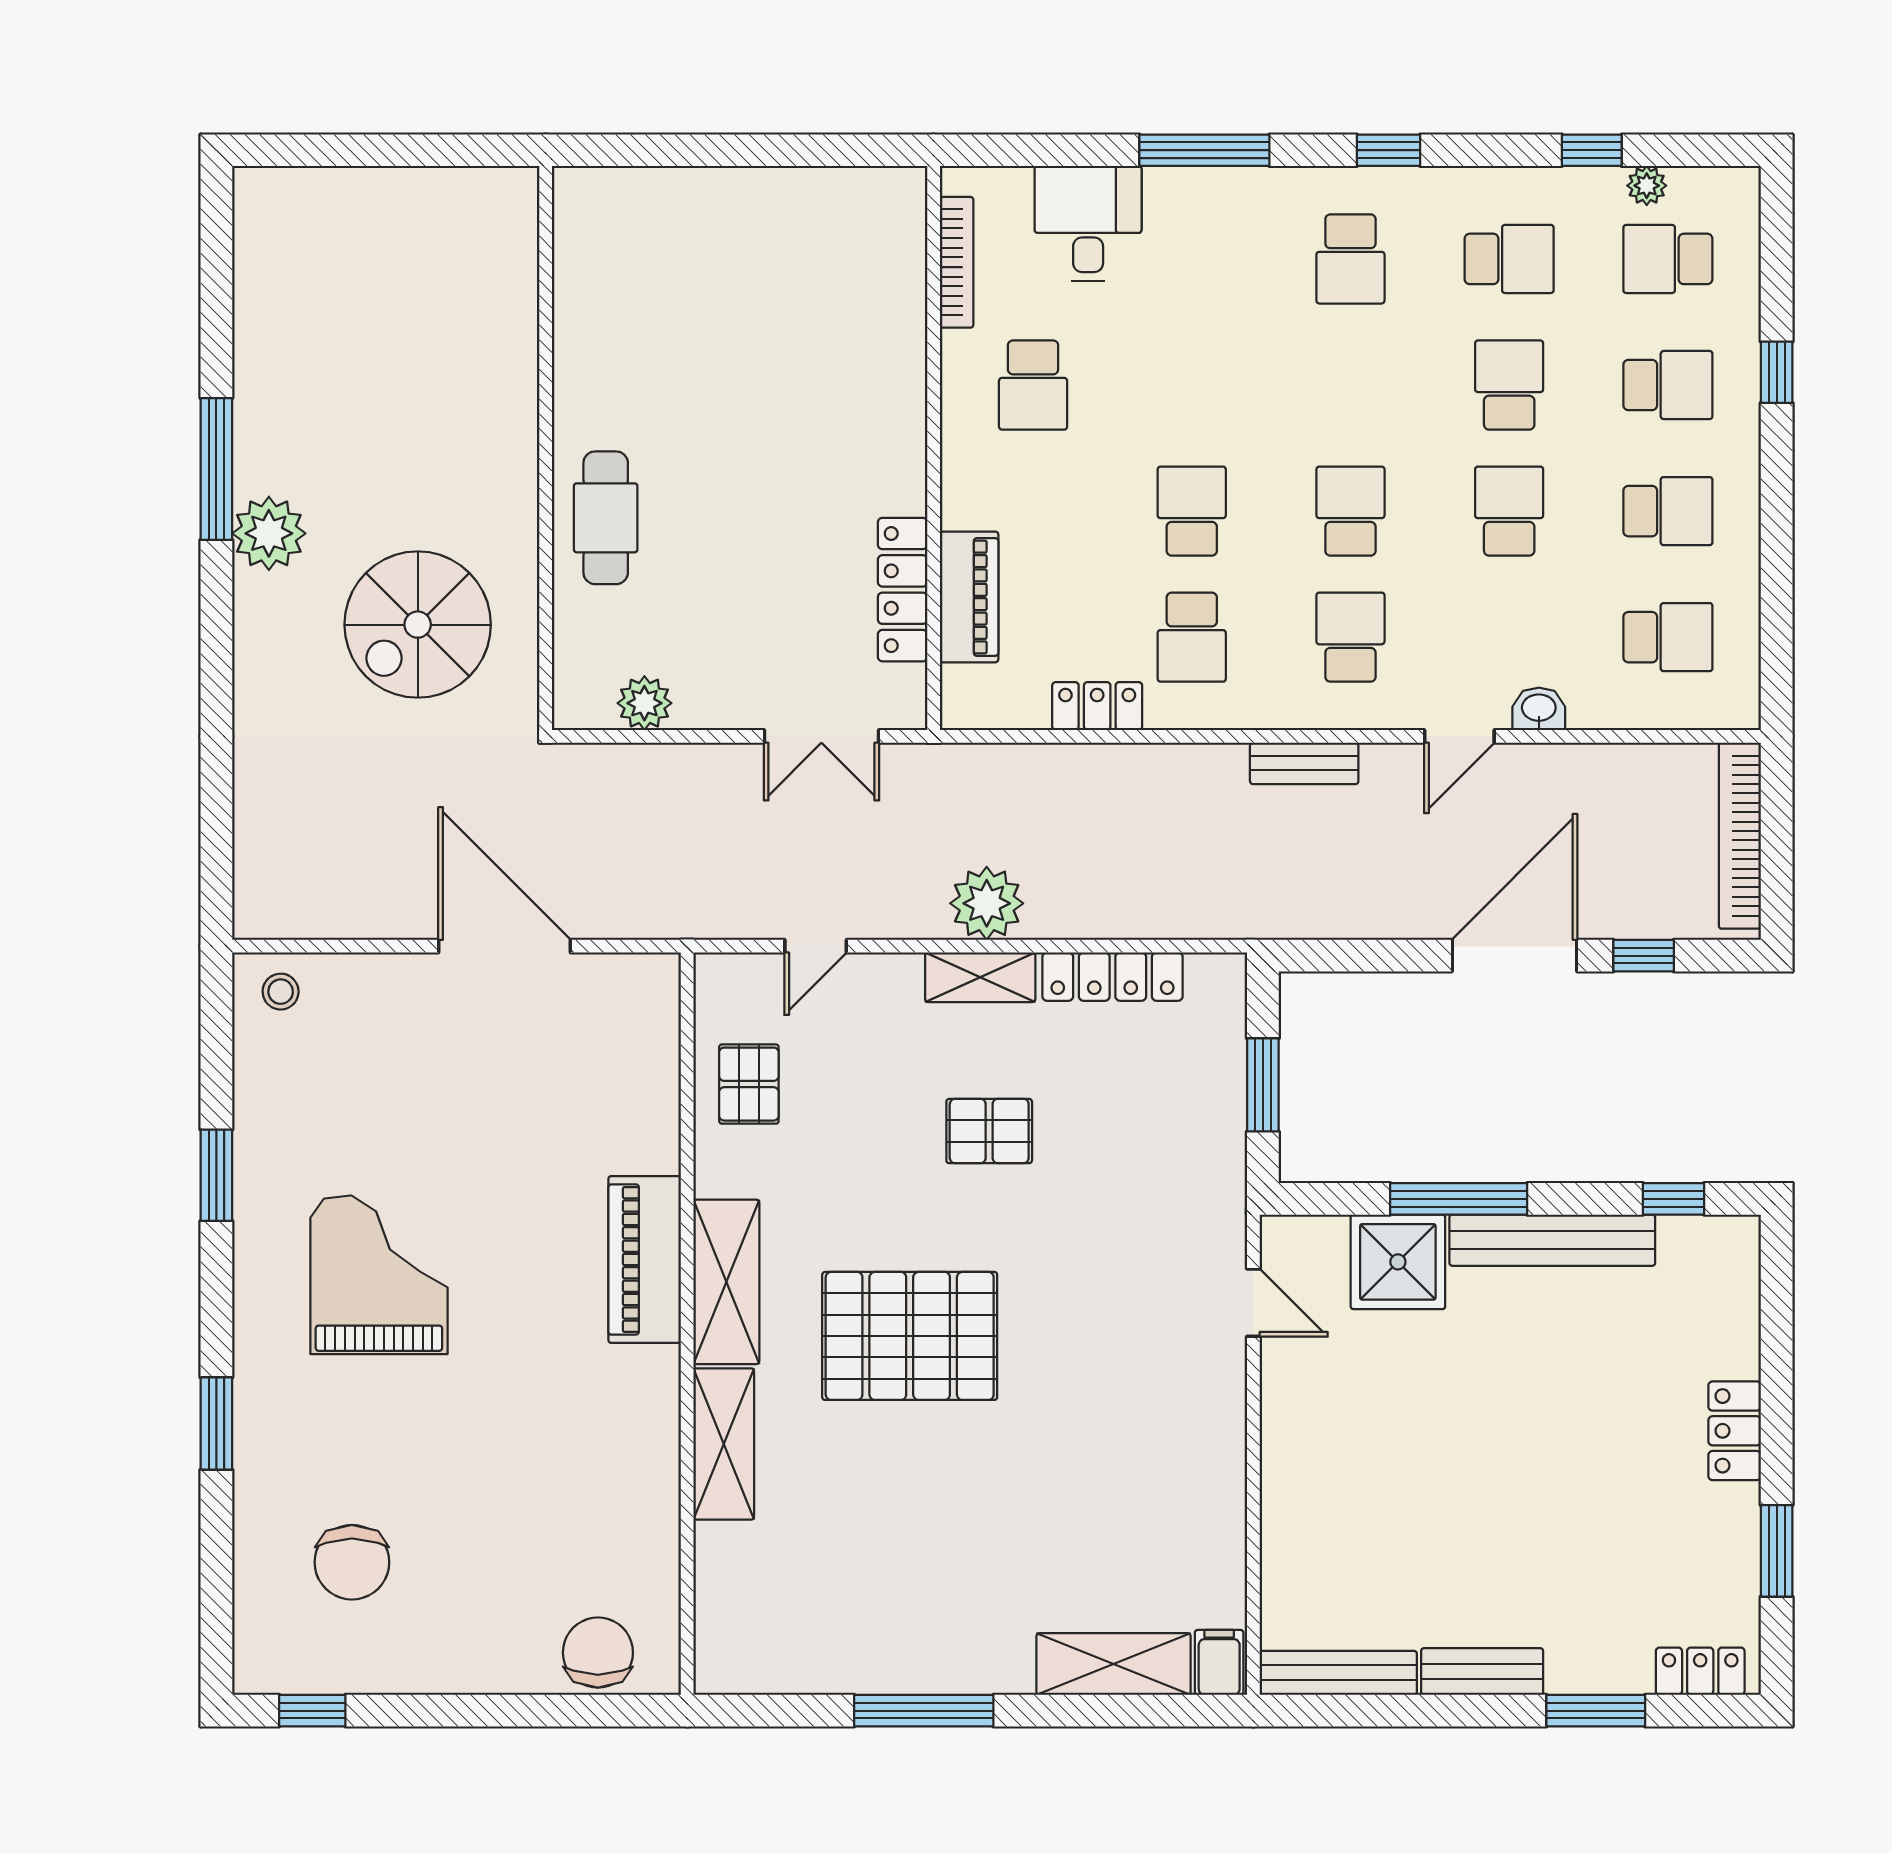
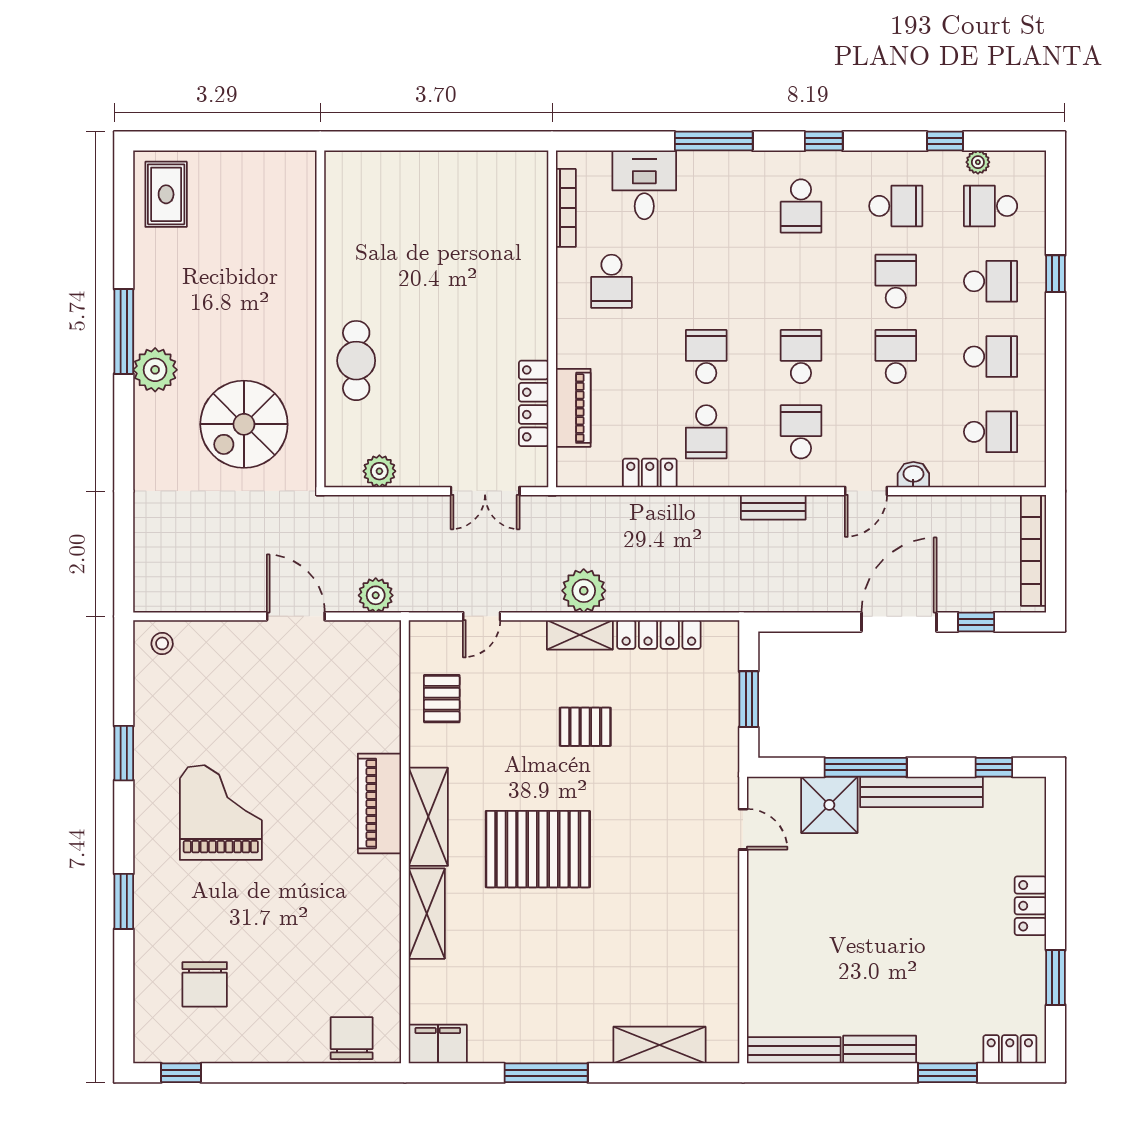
rug: (287, 239) -> (166, 194), added
plant: (638, 911) -> (376, 595), added
door: (505, 946) -> (296, 616), width x0.73
filing cabinet: (1219, 1662) -> (438, 1044), moved, width x2.00

